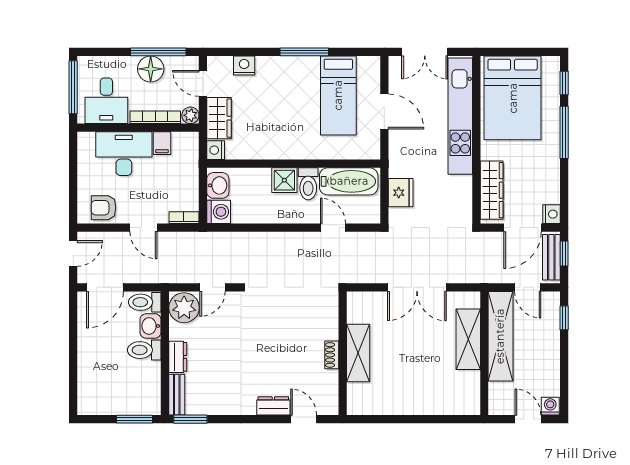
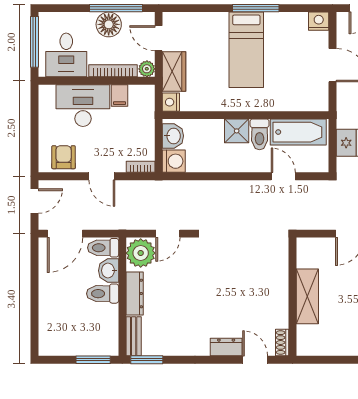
nightstand: (244, 66) -> (319, 21), moved
bed: (338, 95) -> (246, 50), moved
armchair: (104, 208) -> (64, 157), turned 90
shoe rack: (332, 355) -> (282, 343), moved
dresser: (178, 357) -> (135, 294), width x1.44

